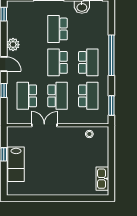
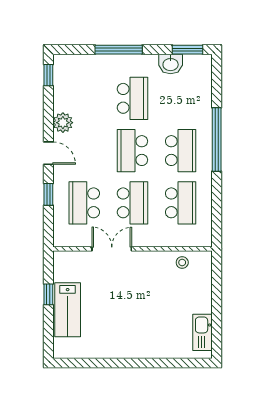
school desk: (58, 29) -> (132, 98), turned 180
window: (111, 105) -> (217, 218), removed

